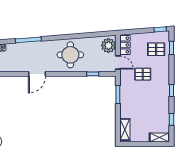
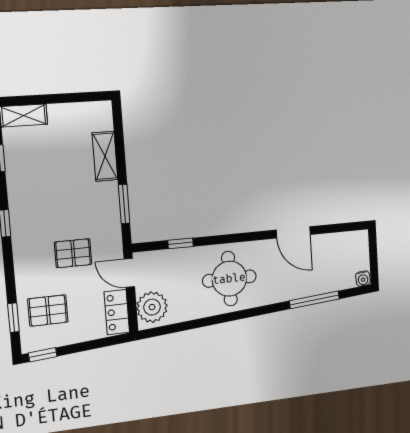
door: (37, 74) -> (293, 232), swing flipped
shelving: (125, 130) -> (105, 156), moved

